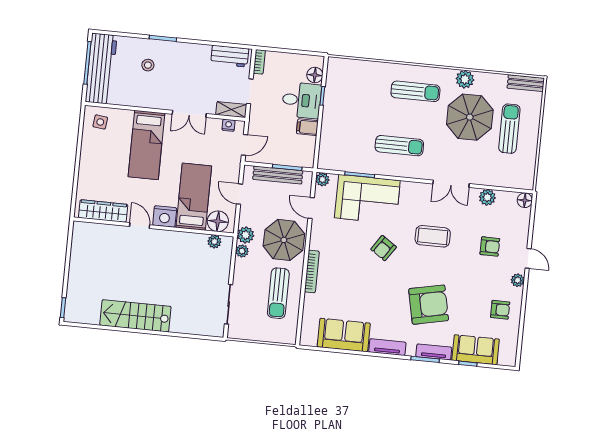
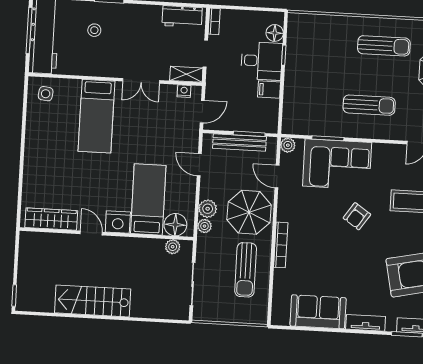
bed: (194, 197) -> (148, 199), moved
wardrobe: (103, 211) -> (51, 219), moved
nightstand: (165, 216) -> (118, 222), moved
floor lamp: (218, 221) -> (175, 225), moved
door: (140, 226) -> (91, 233), moved
wall: (154, 227) -> (106, 234), moved
plant: (214, 242) -> (173, 247), moved

